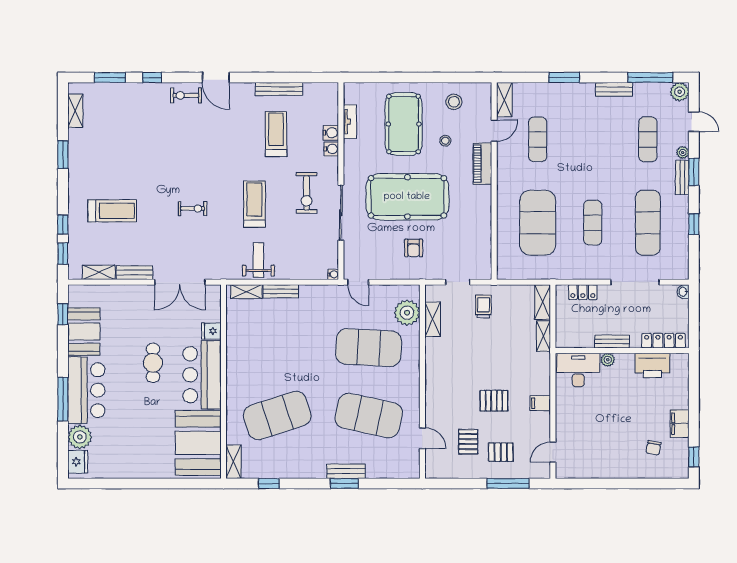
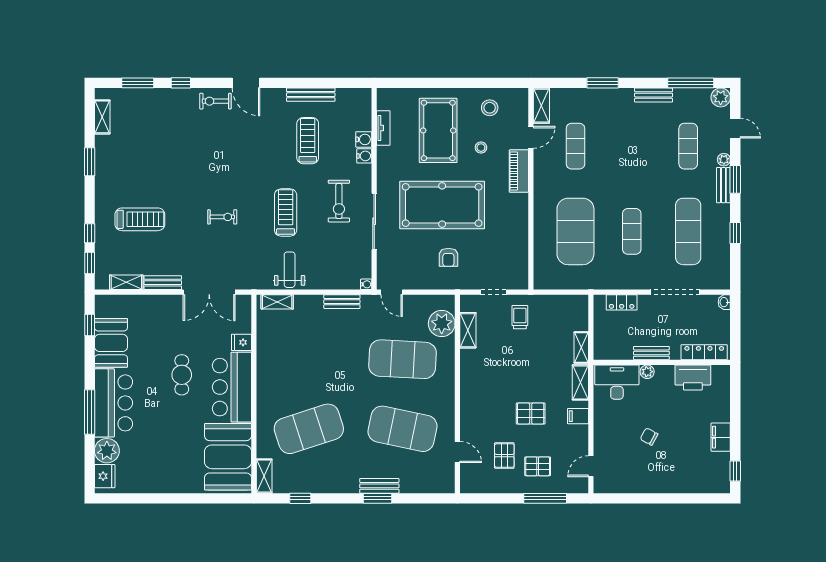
bench: (281, 291) -> (342, 302), moved
shelving: (543, 302) -> (580, 382), moved
chair: (653, 448) -> (649, 437), moved, turned 108

